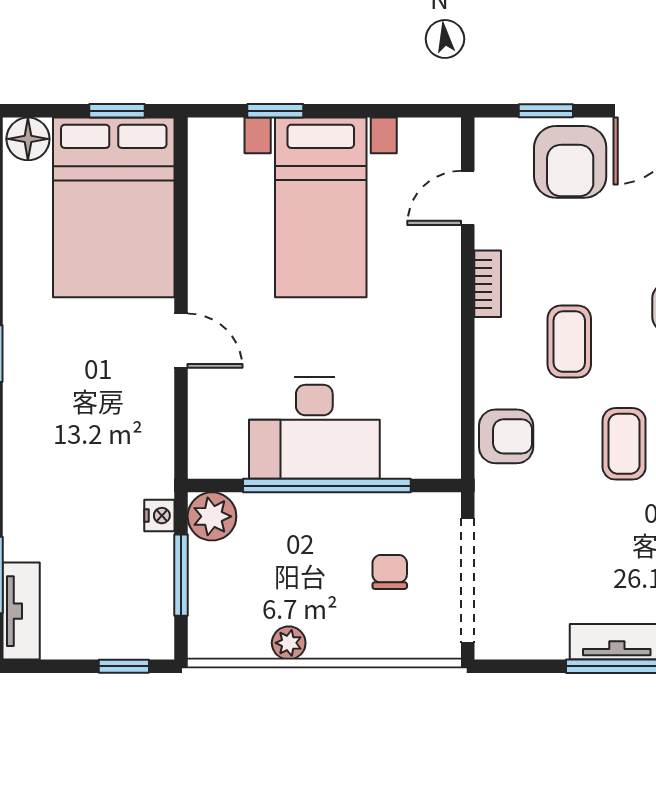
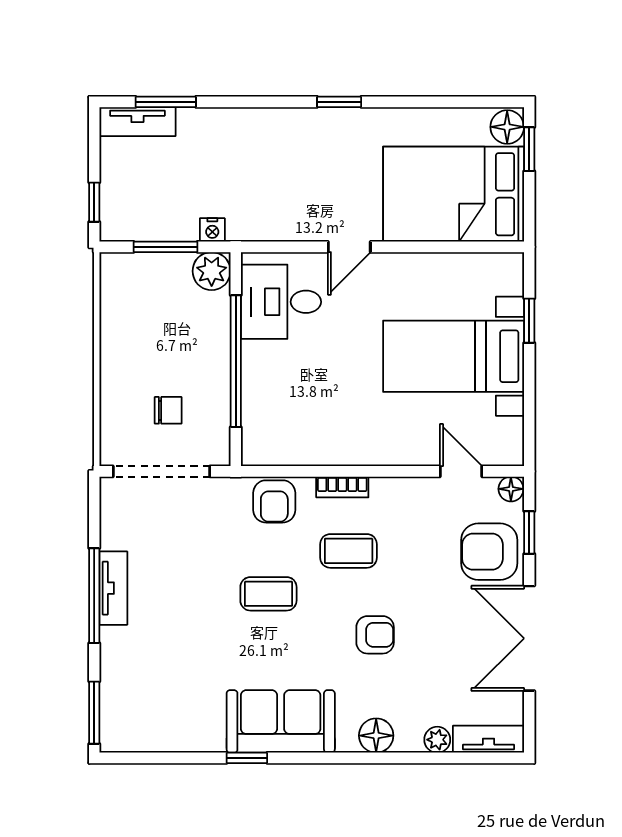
window: (117, 111) -> (529, 149), moved
floor lamp: (490, 134) -> (511, 489), added
bookcase: (488, 284) -> (342, 487), moved
desk: (314, 428) -> (281, 302), moved, width x0.73
plant: (289, 643) -> (112, 331), removed

